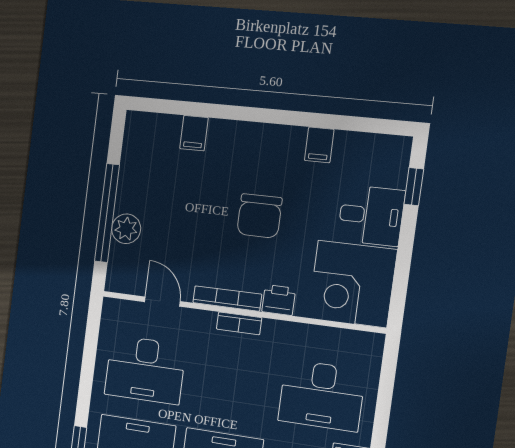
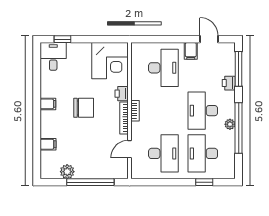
filing cabinet: (319, 145) -> (48, 104), moved
desk: (371, 215) -> (53, 56), moved
plant: (126, 229) -> (67, 172), moved

